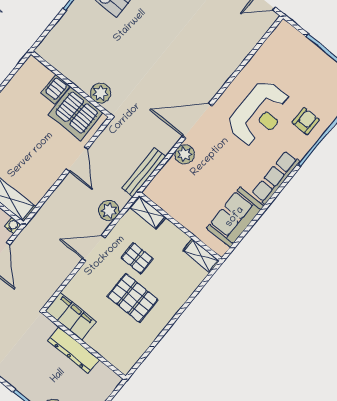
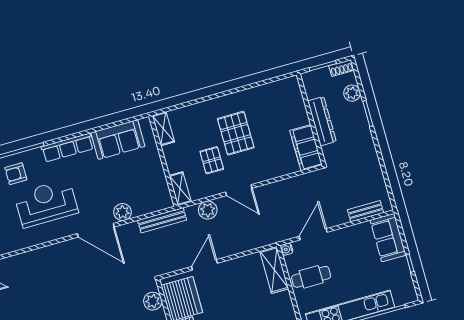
filing cabinet: (71, 316) -> (306, 148), moved
wall: (84, 345) -> (311, 119), moved
dresser: (73, 350) -> (322, 121), moved

